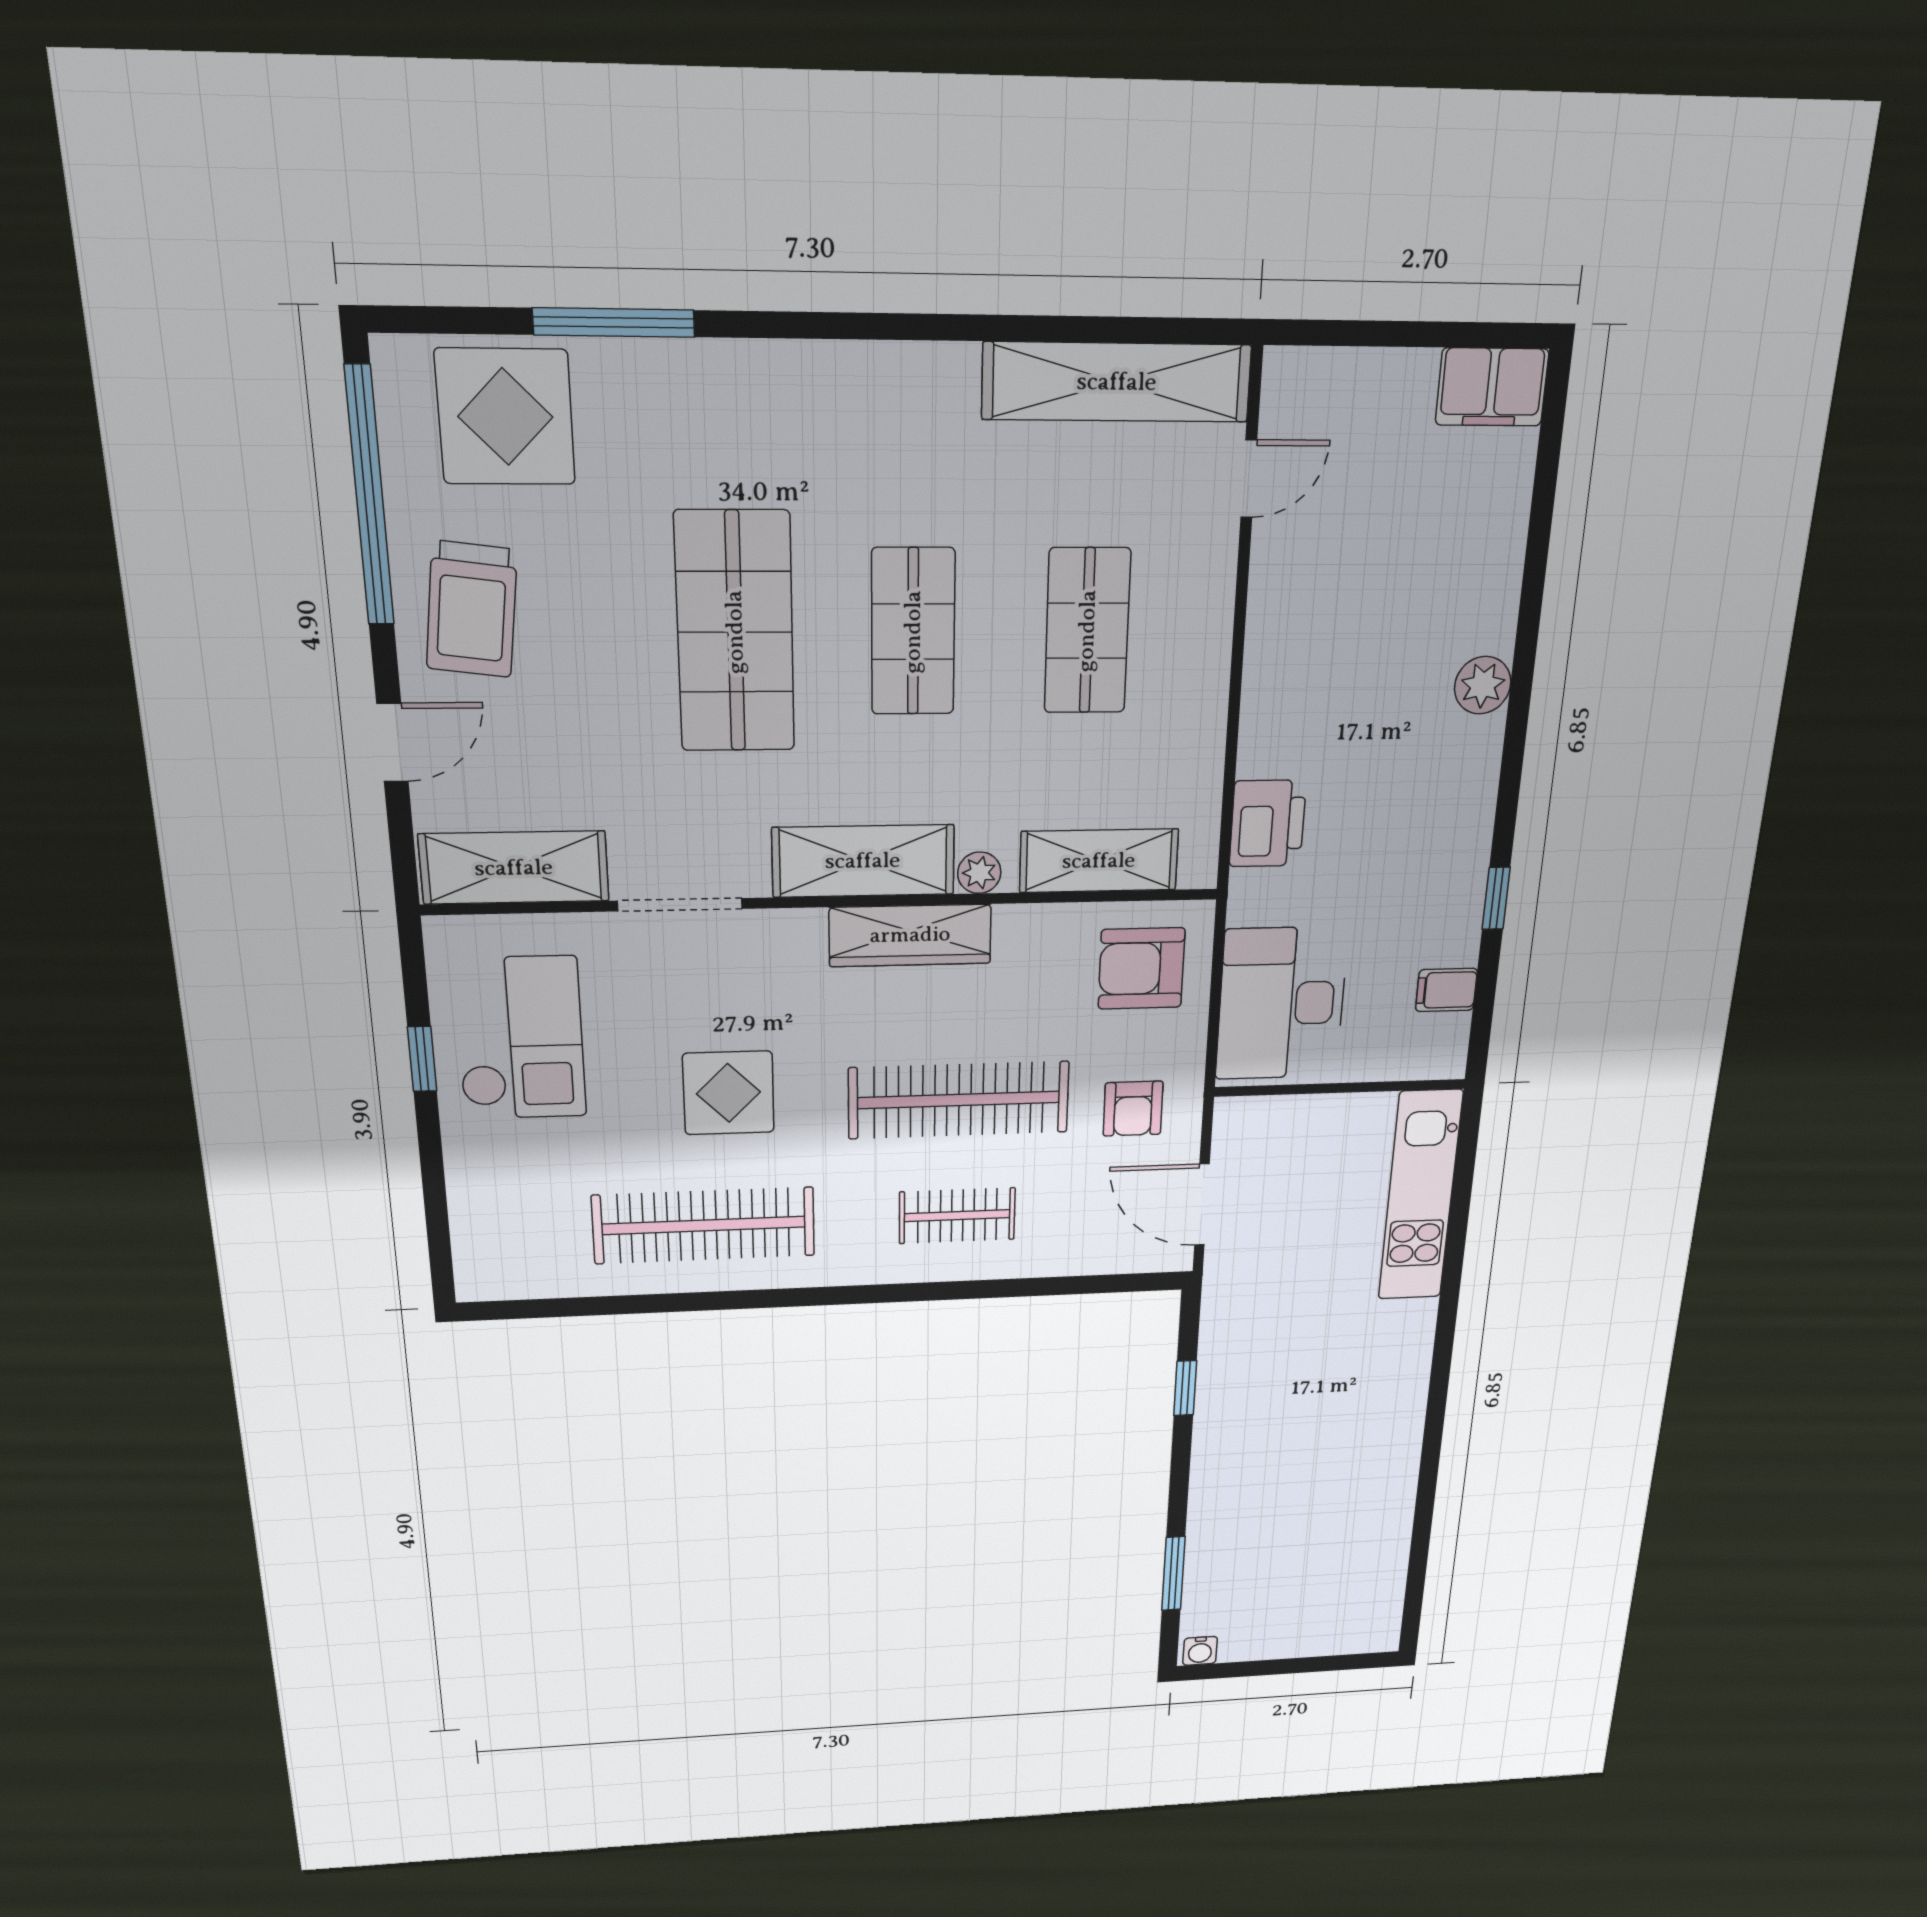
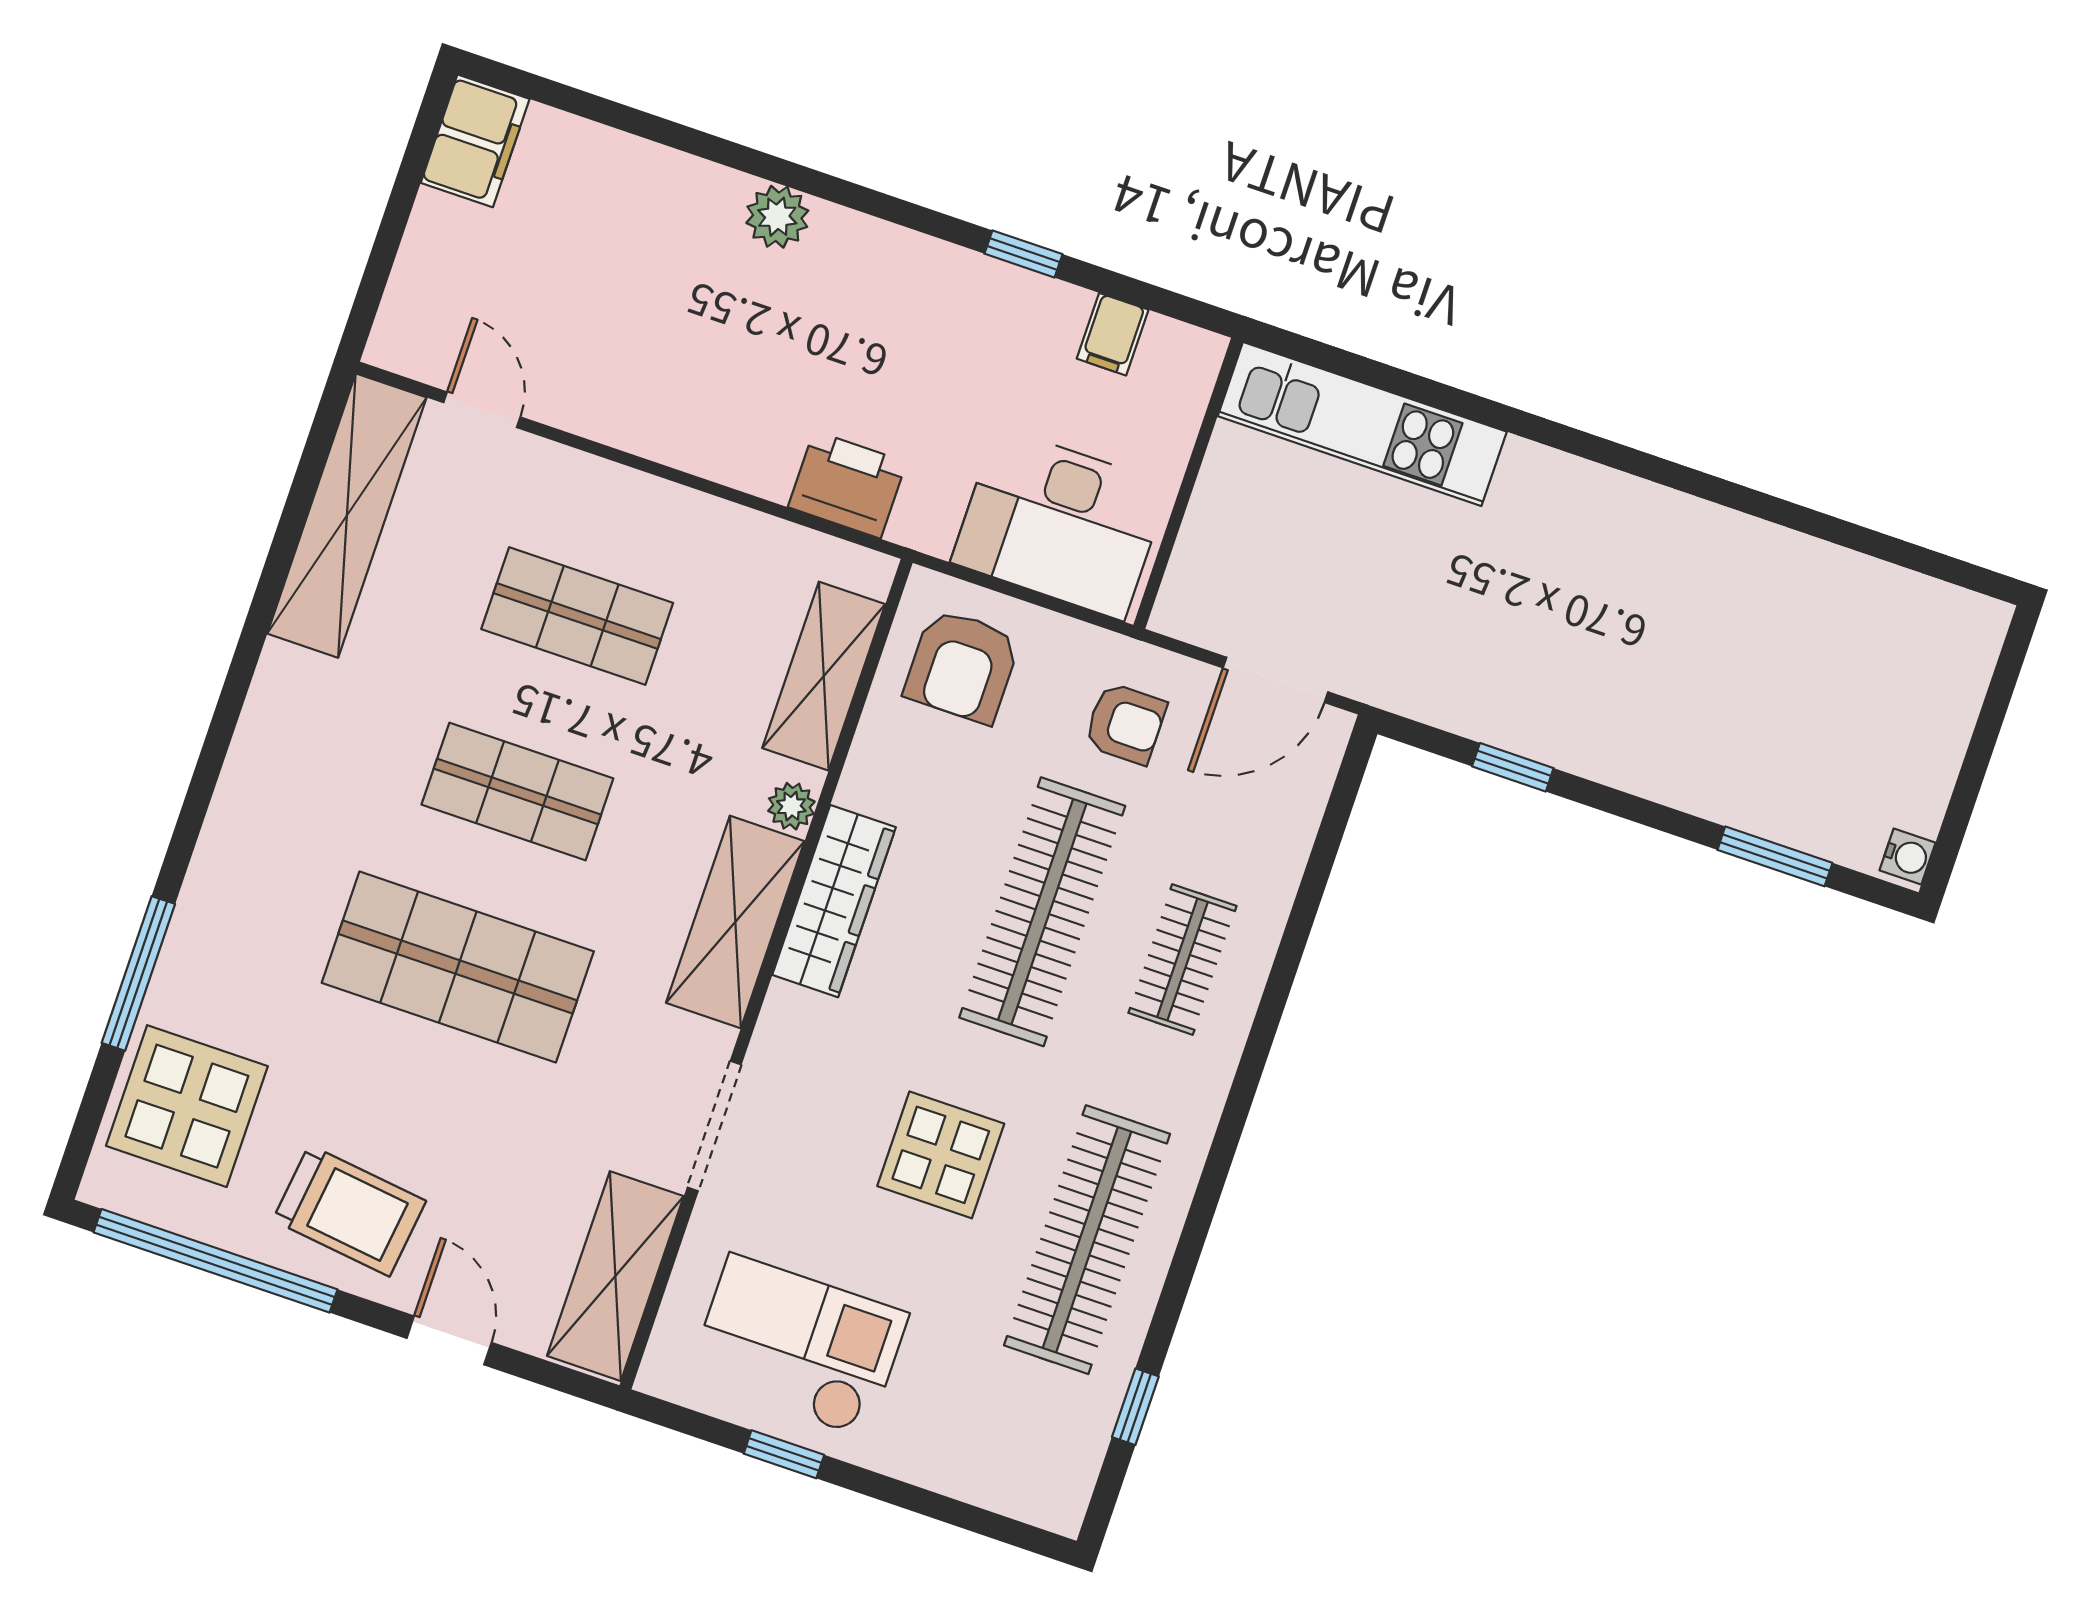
window: (584, 1307) -> (1135, 1407), added

